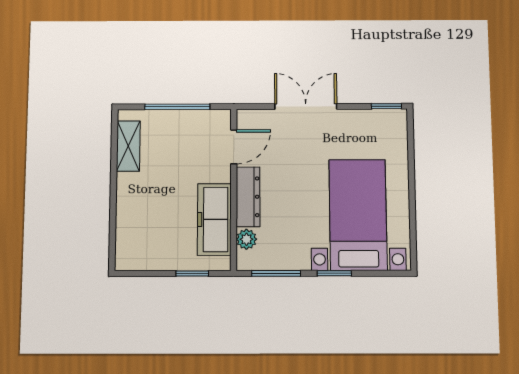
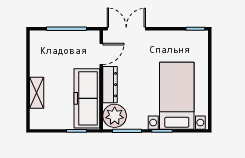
double door: (306, 106) -> (126, 29), moved
shelving: (128, 146) -> (37, 93), moved
freezer: (214, 219) -> (87, 98), width x1.36, depth x1.26
plant: (246, 239) -> (115, 116), width x1.88, depth x1.88

